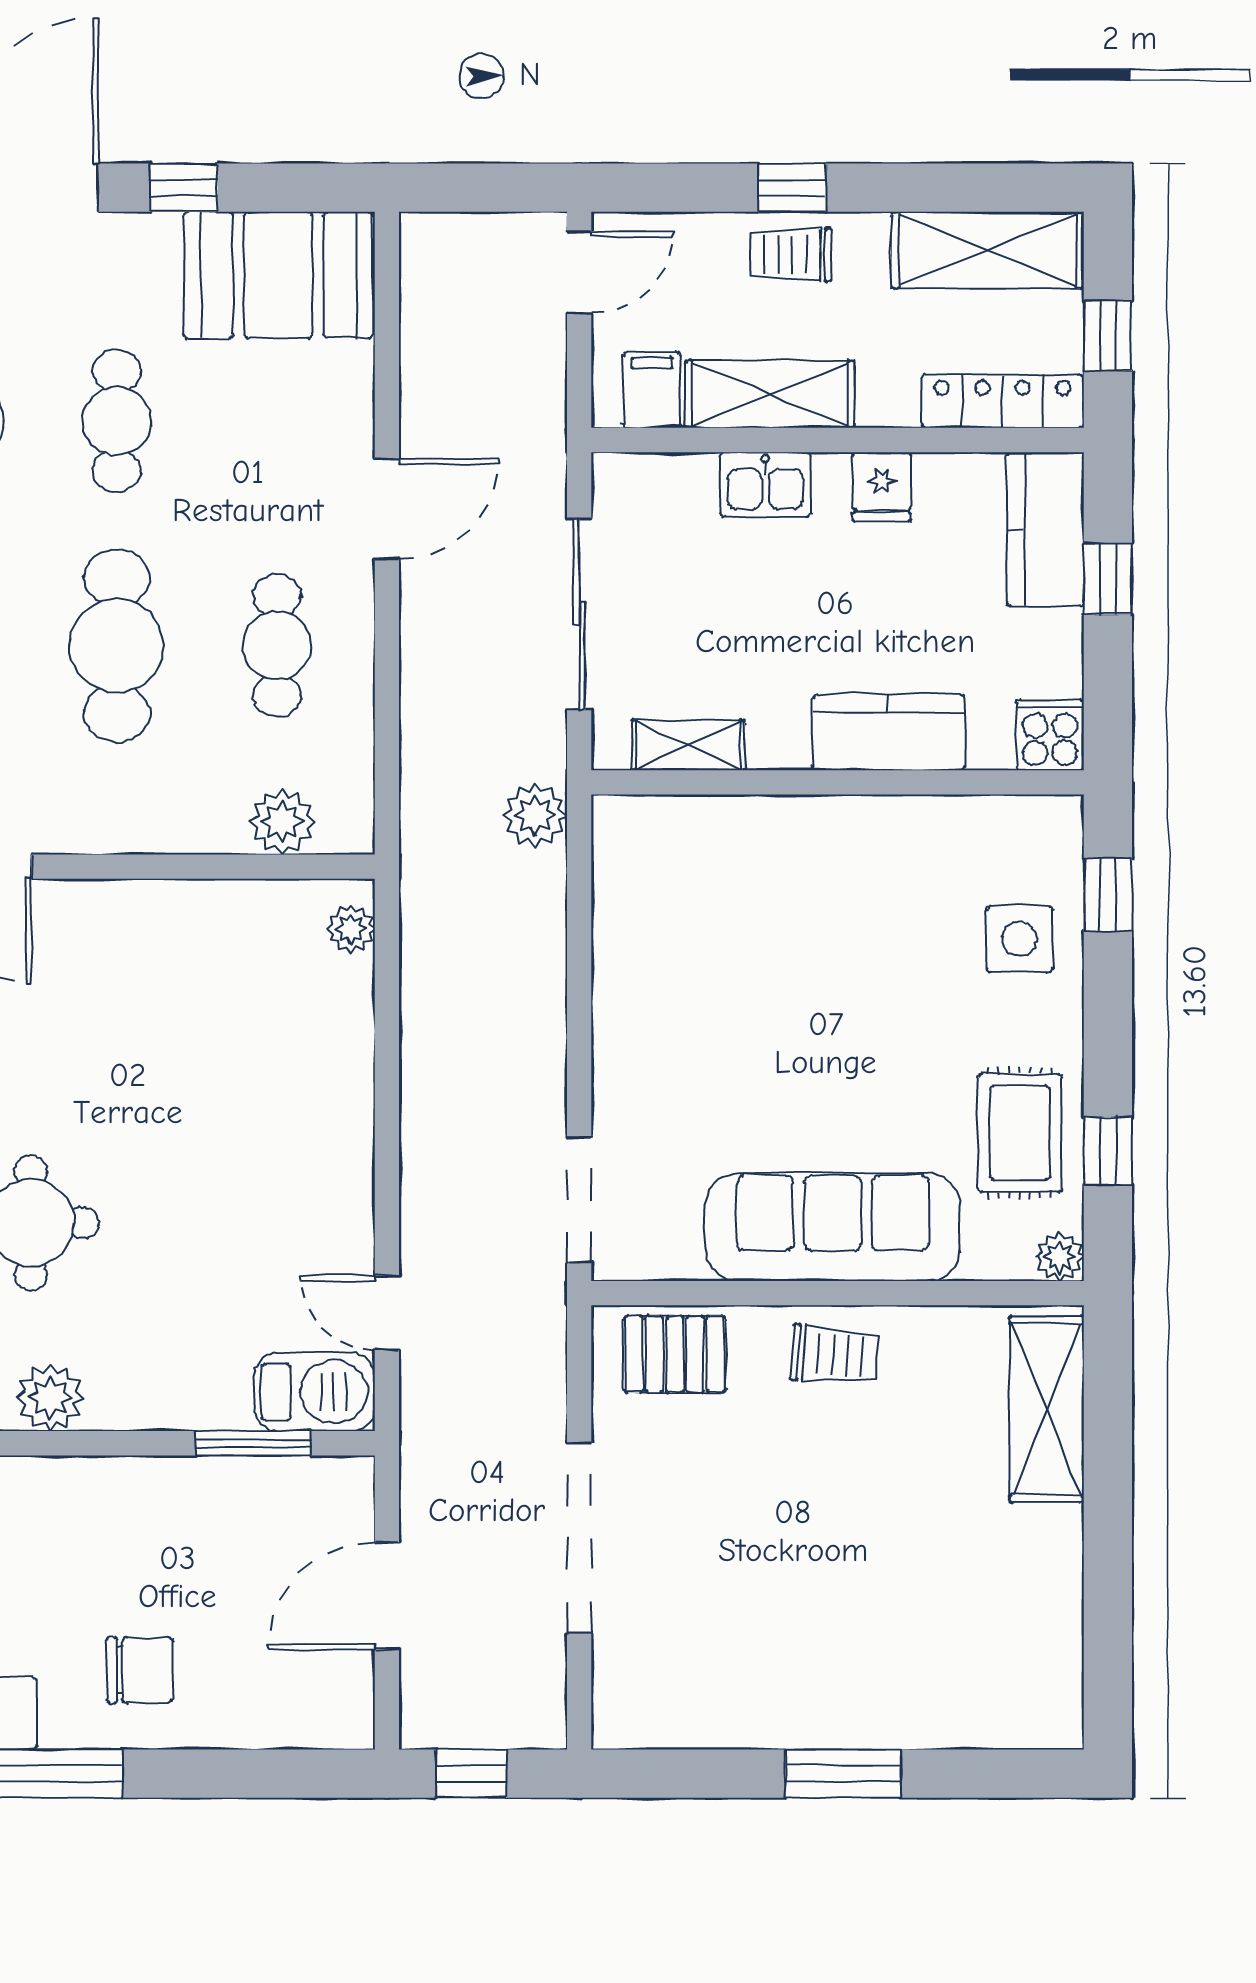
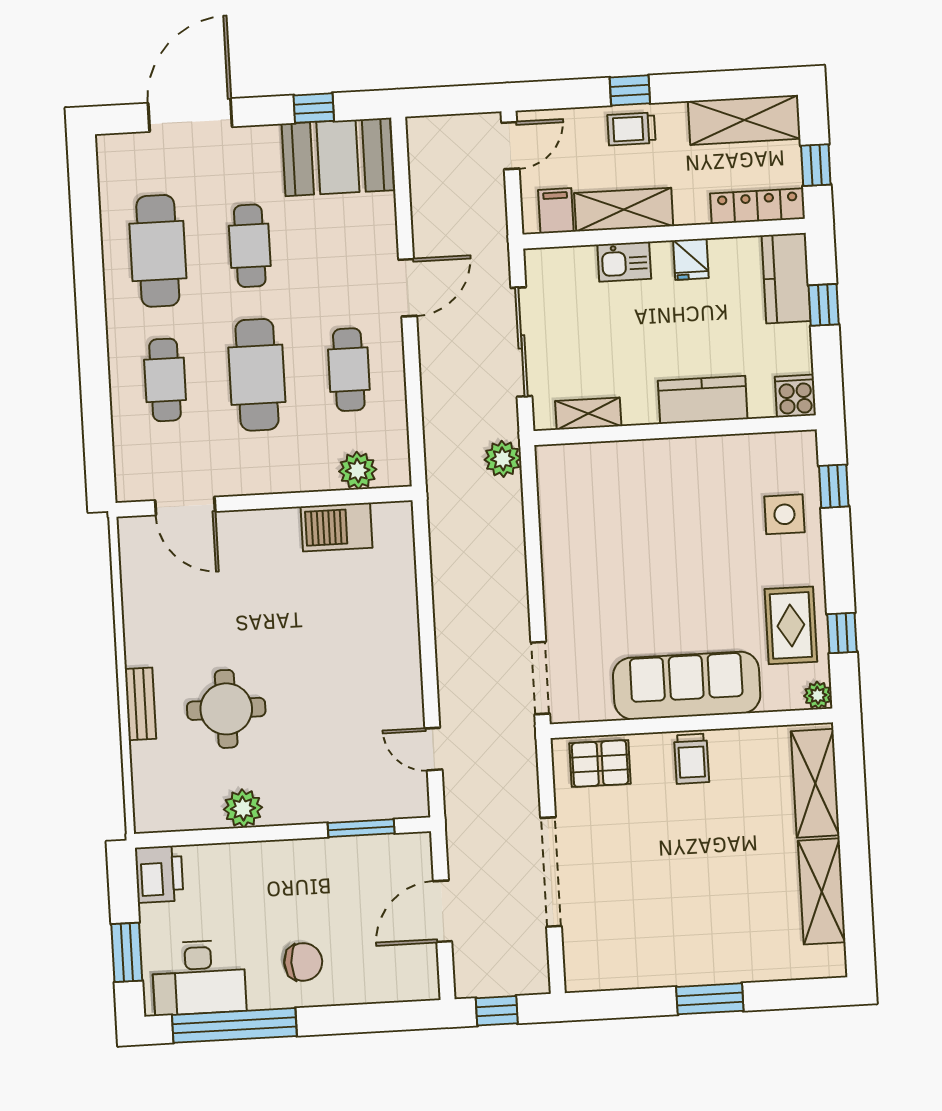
window: (184, 188) -> (314, 108), moved
plant: (351, 929) -> (401, 530), removed
trolley: (834, 1355) -> (692, 759), turned 86
barbecue: (315, 1392) -> (337, 527), moved, turned 180
shelving: (1048, 1598) -> (822, 891), added

